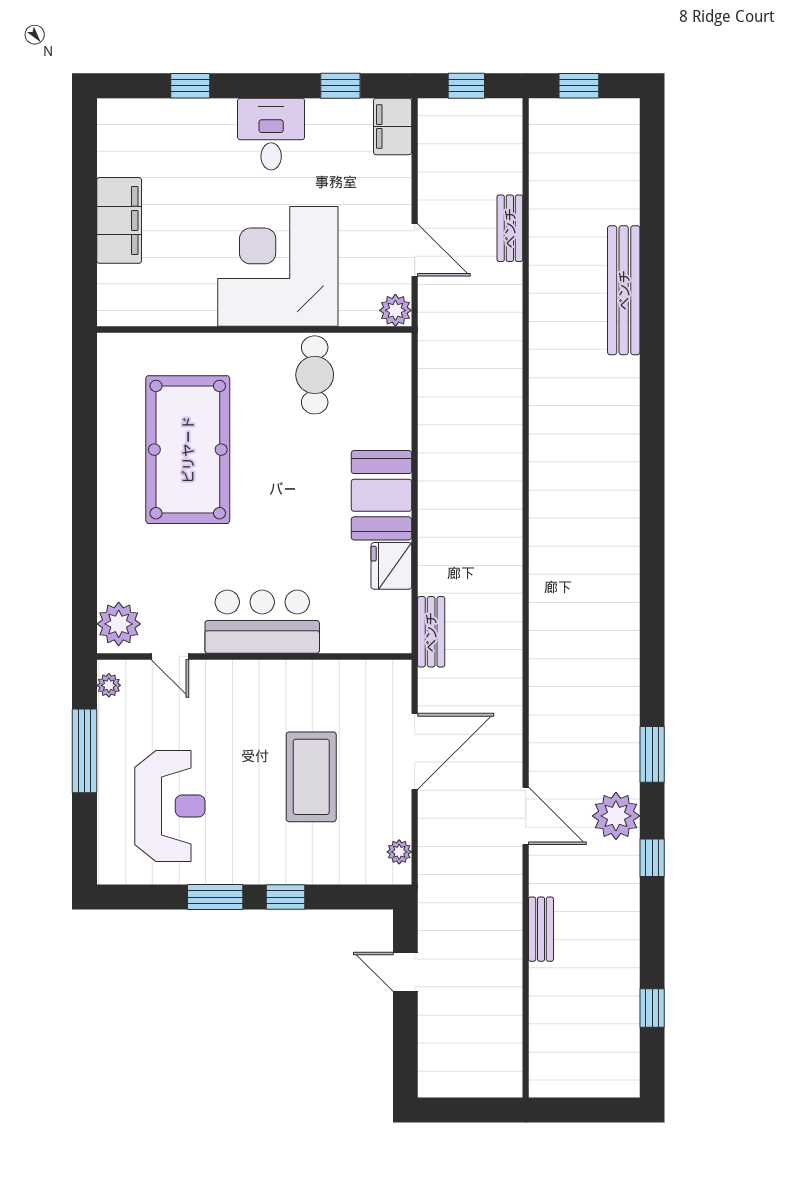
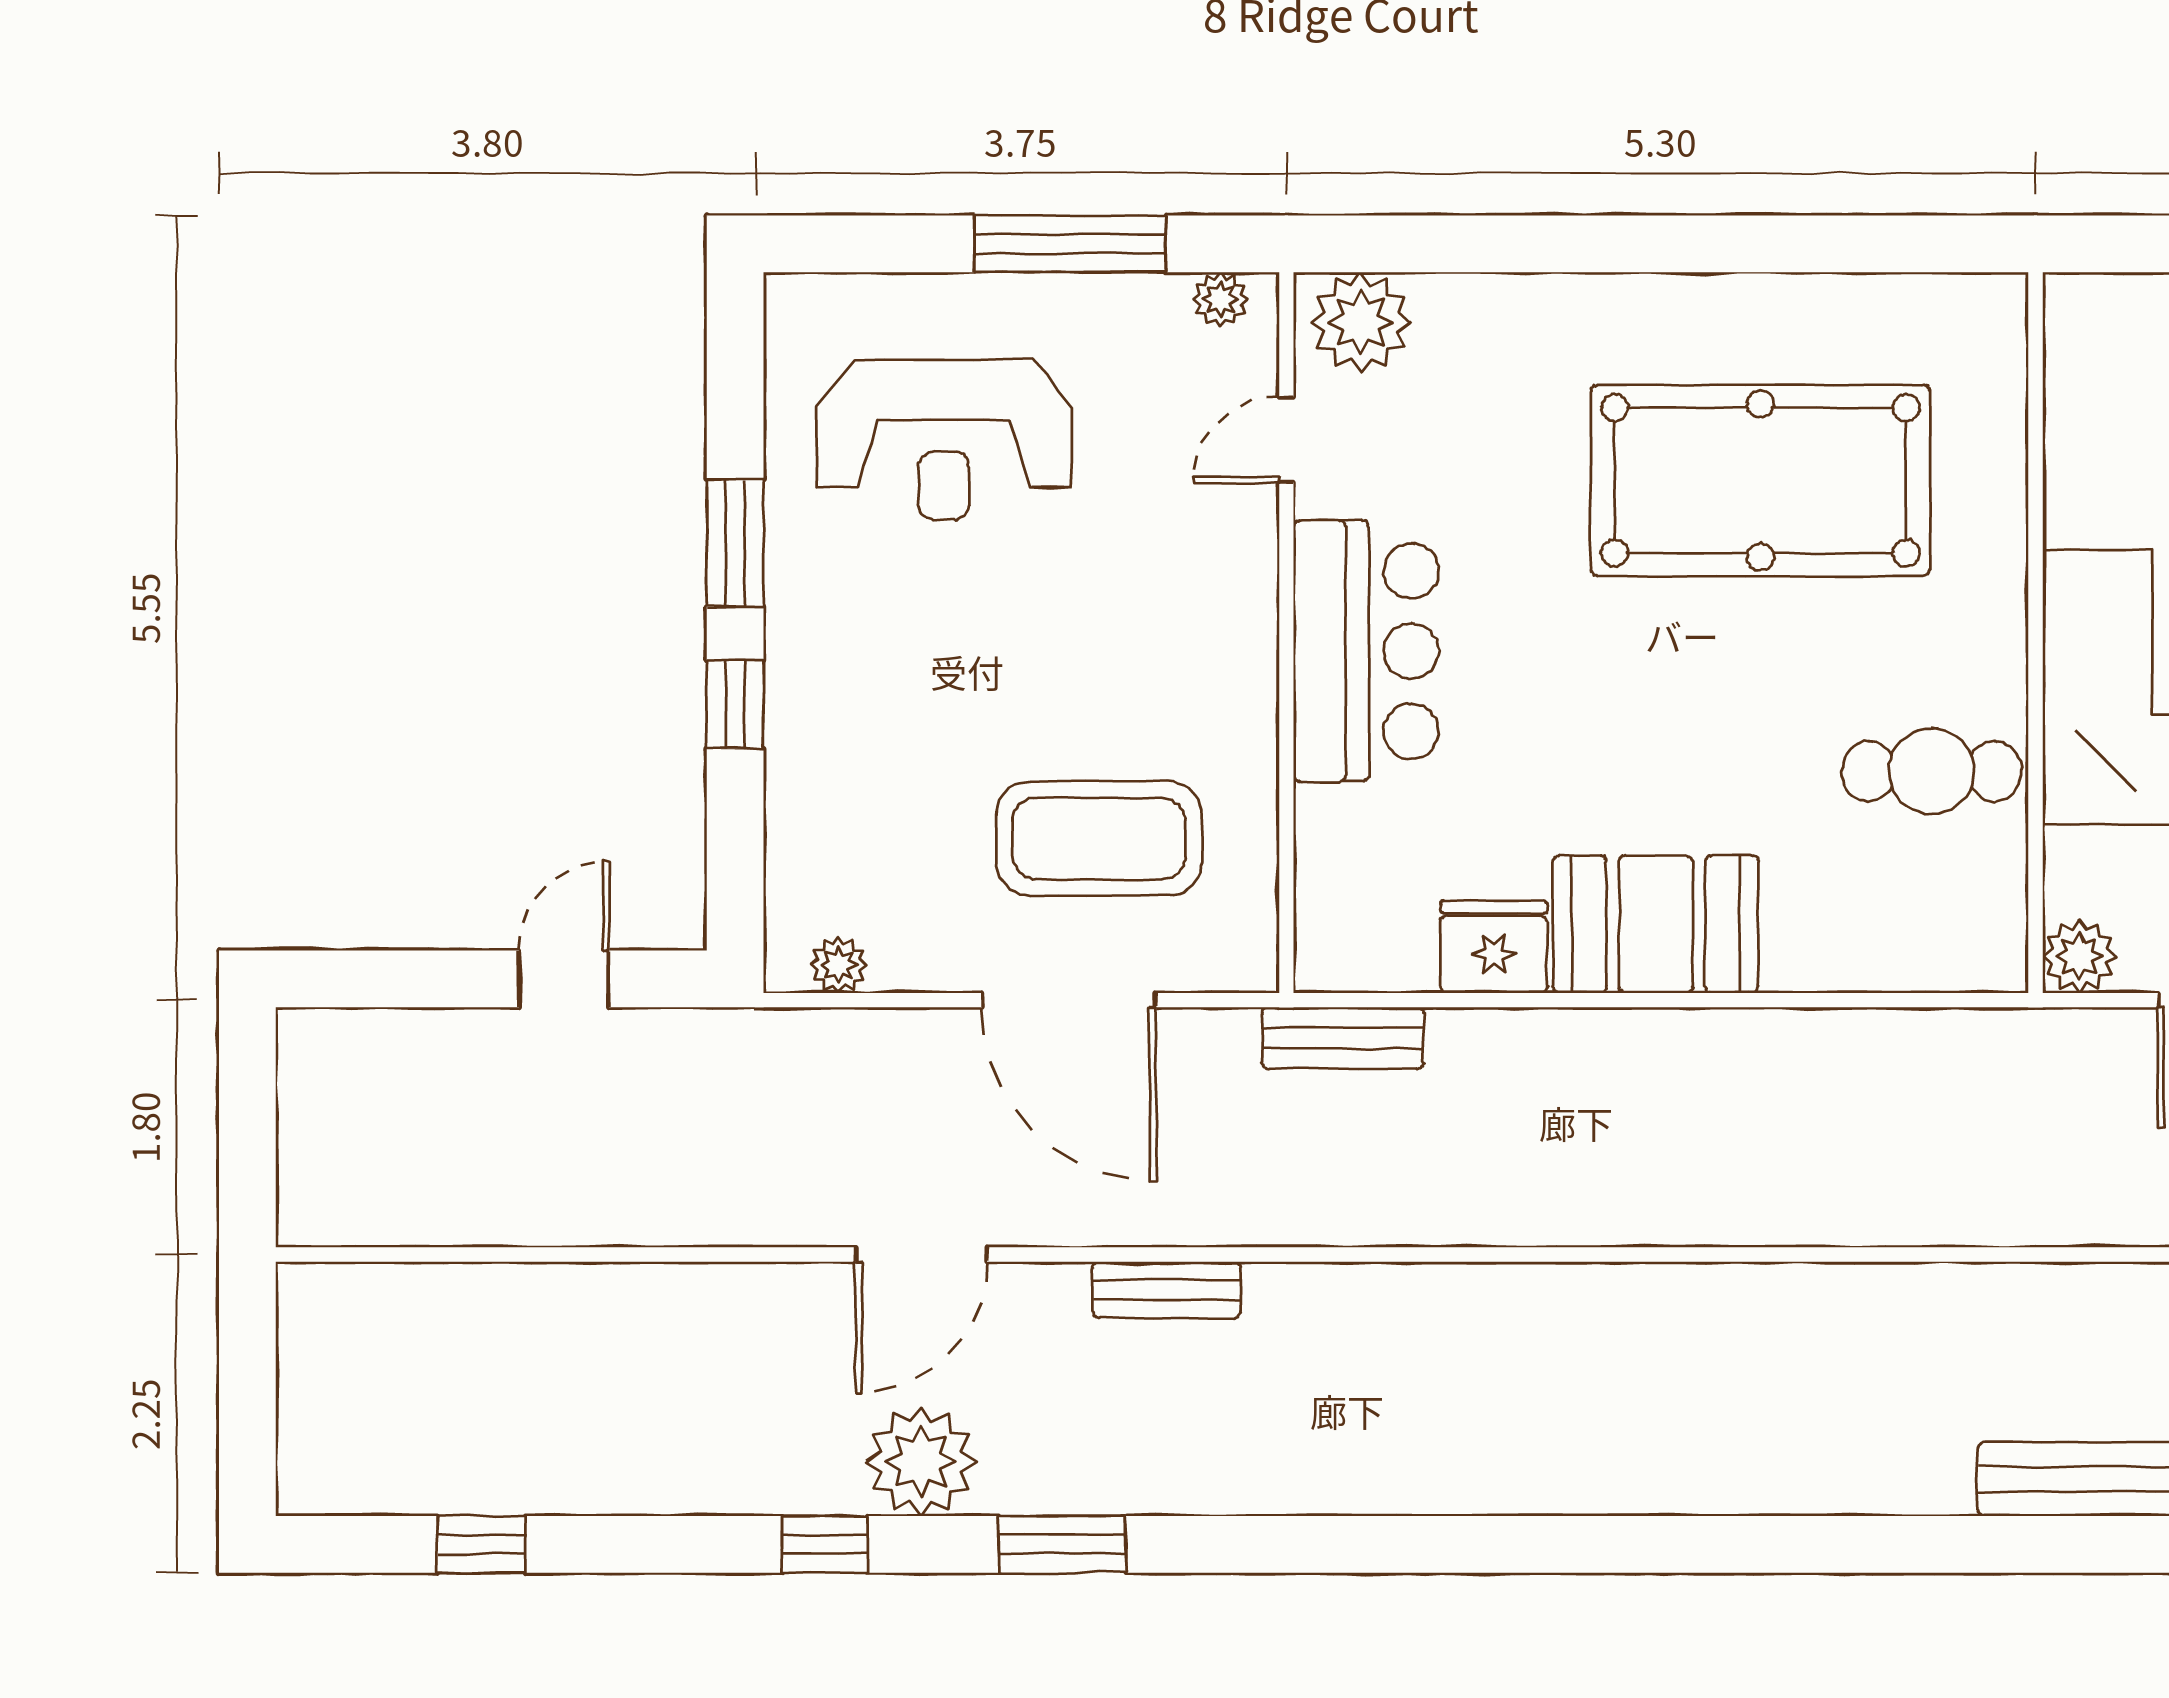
coffee table: (311, 777) -> (1099, 839), moved
bench: (541, 929) -> (1167, 1290), moved

